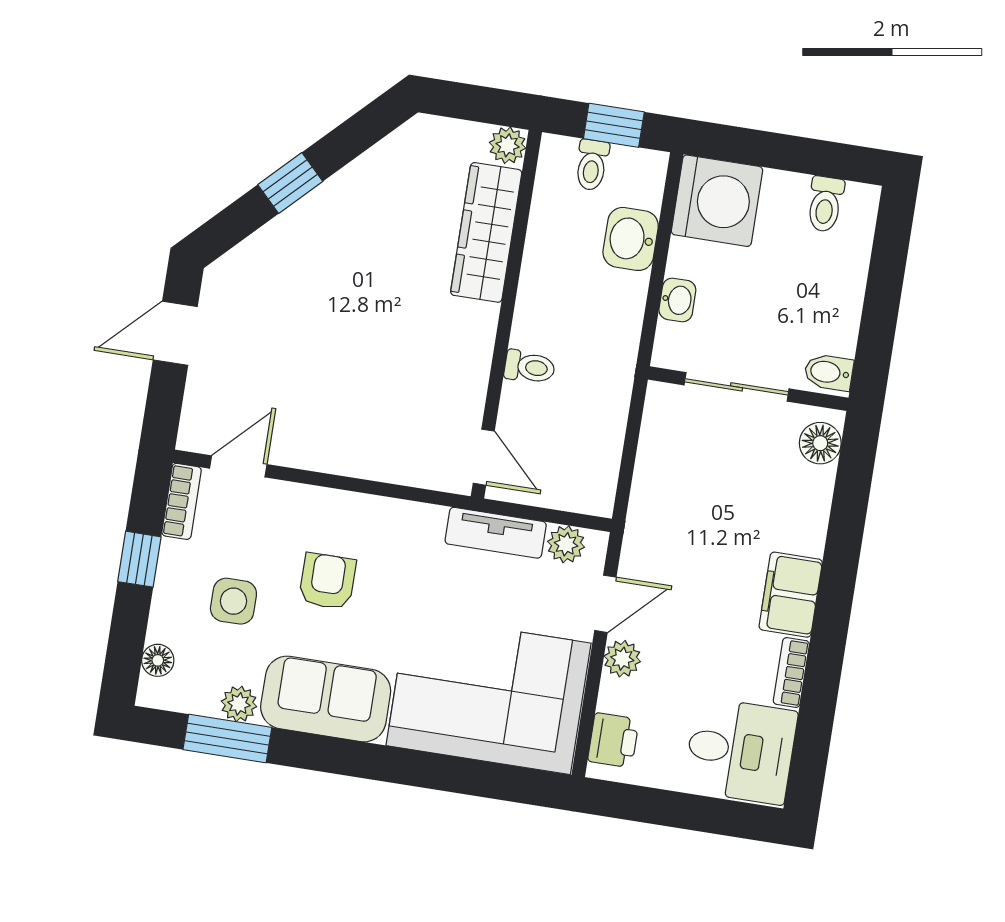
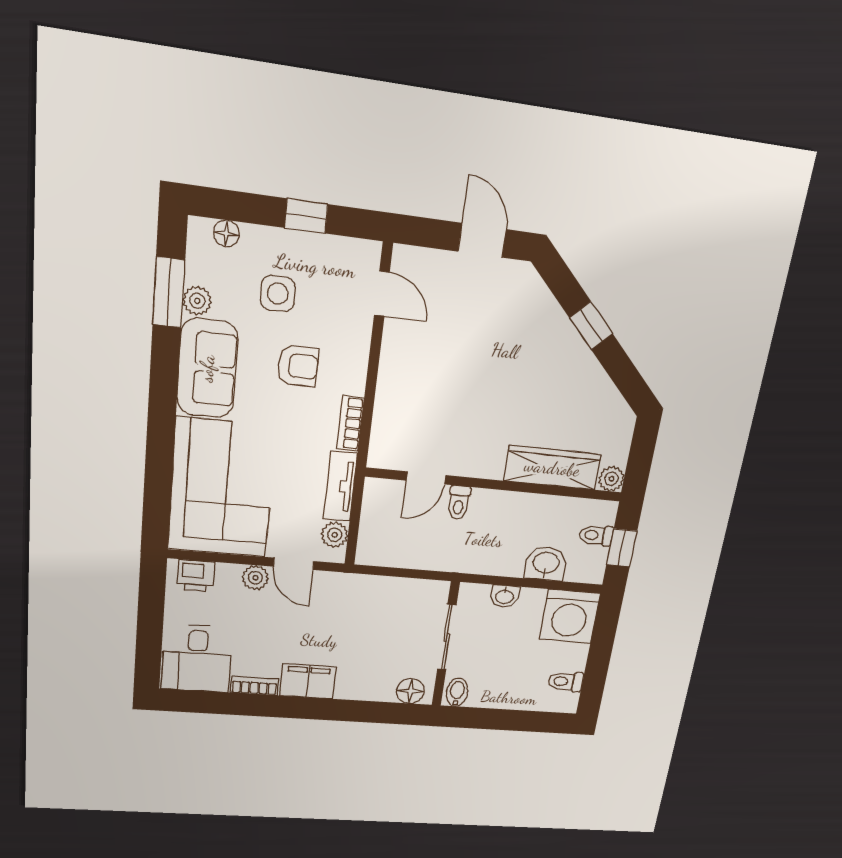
door: (484, 457) -> (426, 478), moved
bookcase: (182, 501) -> (350, 423), moved, turned 90

